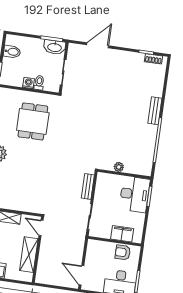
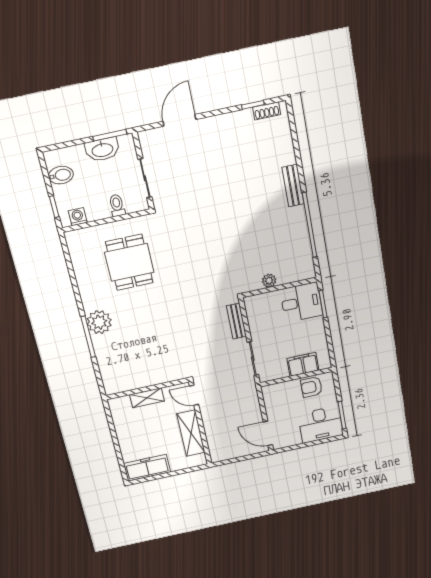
washbasin: (55, 47) -> (102, 150), moved
washing machine: (29, 83) -> (78, 217), moved
desk: (135, 194) -> (301, 302), width x0.73

